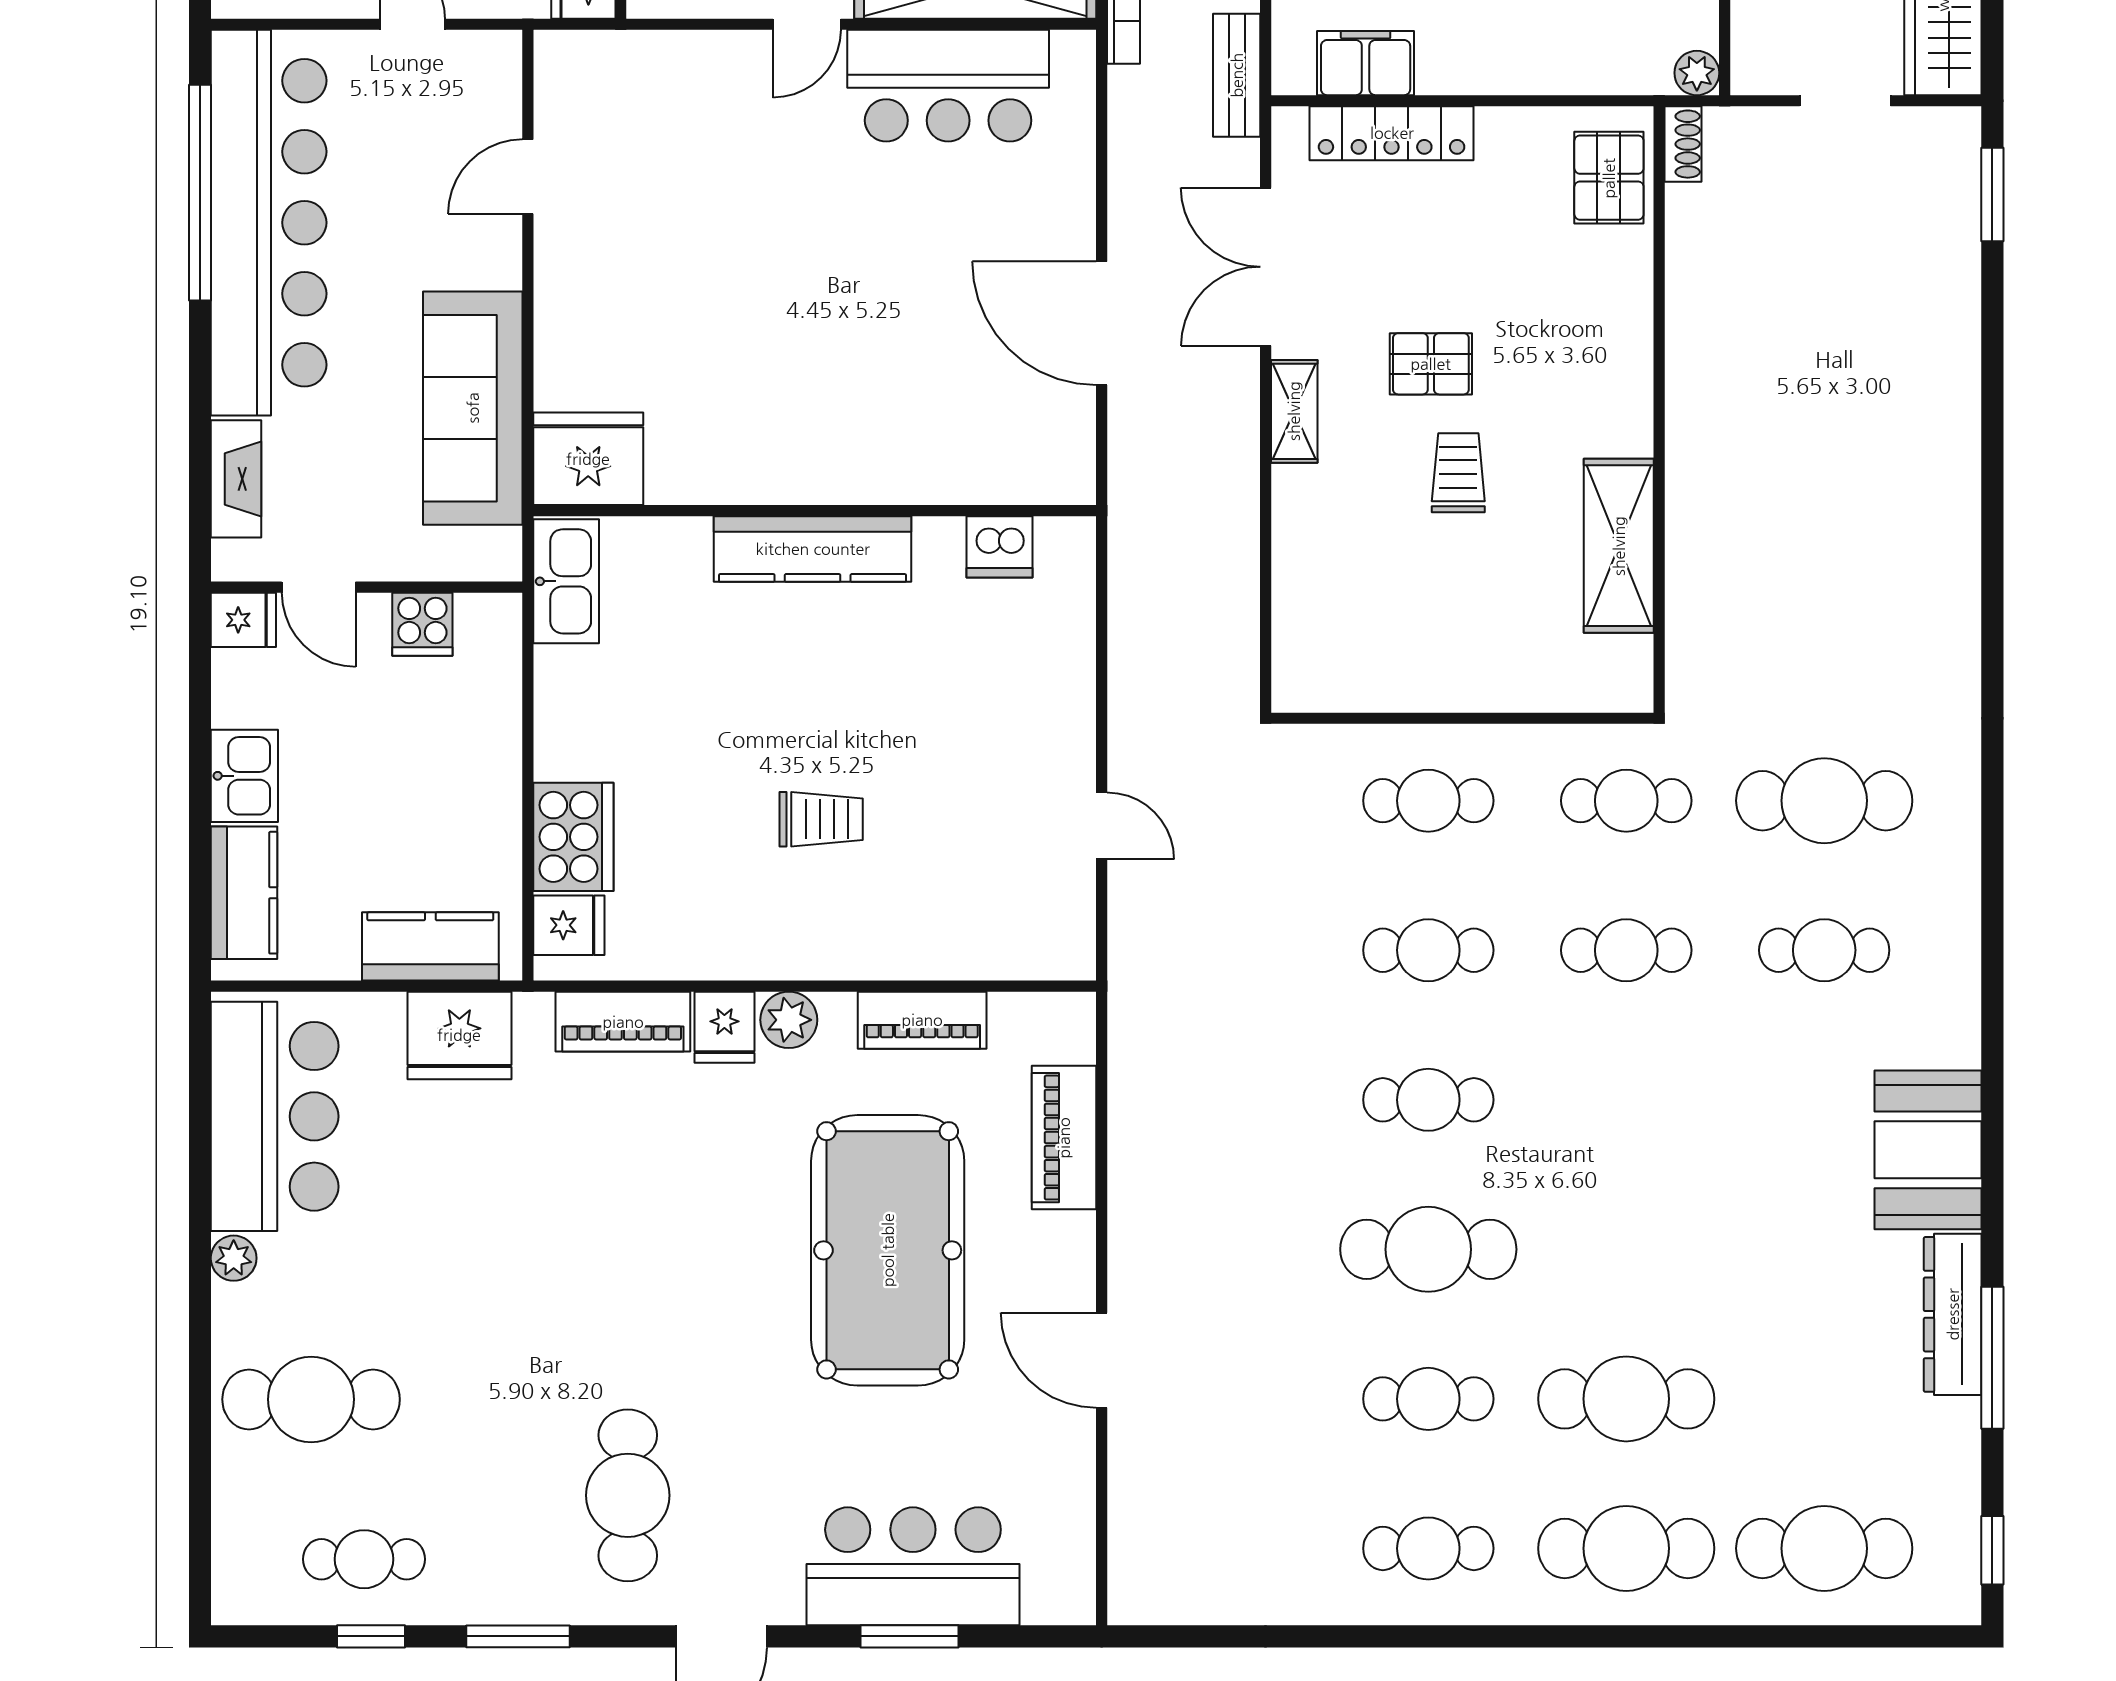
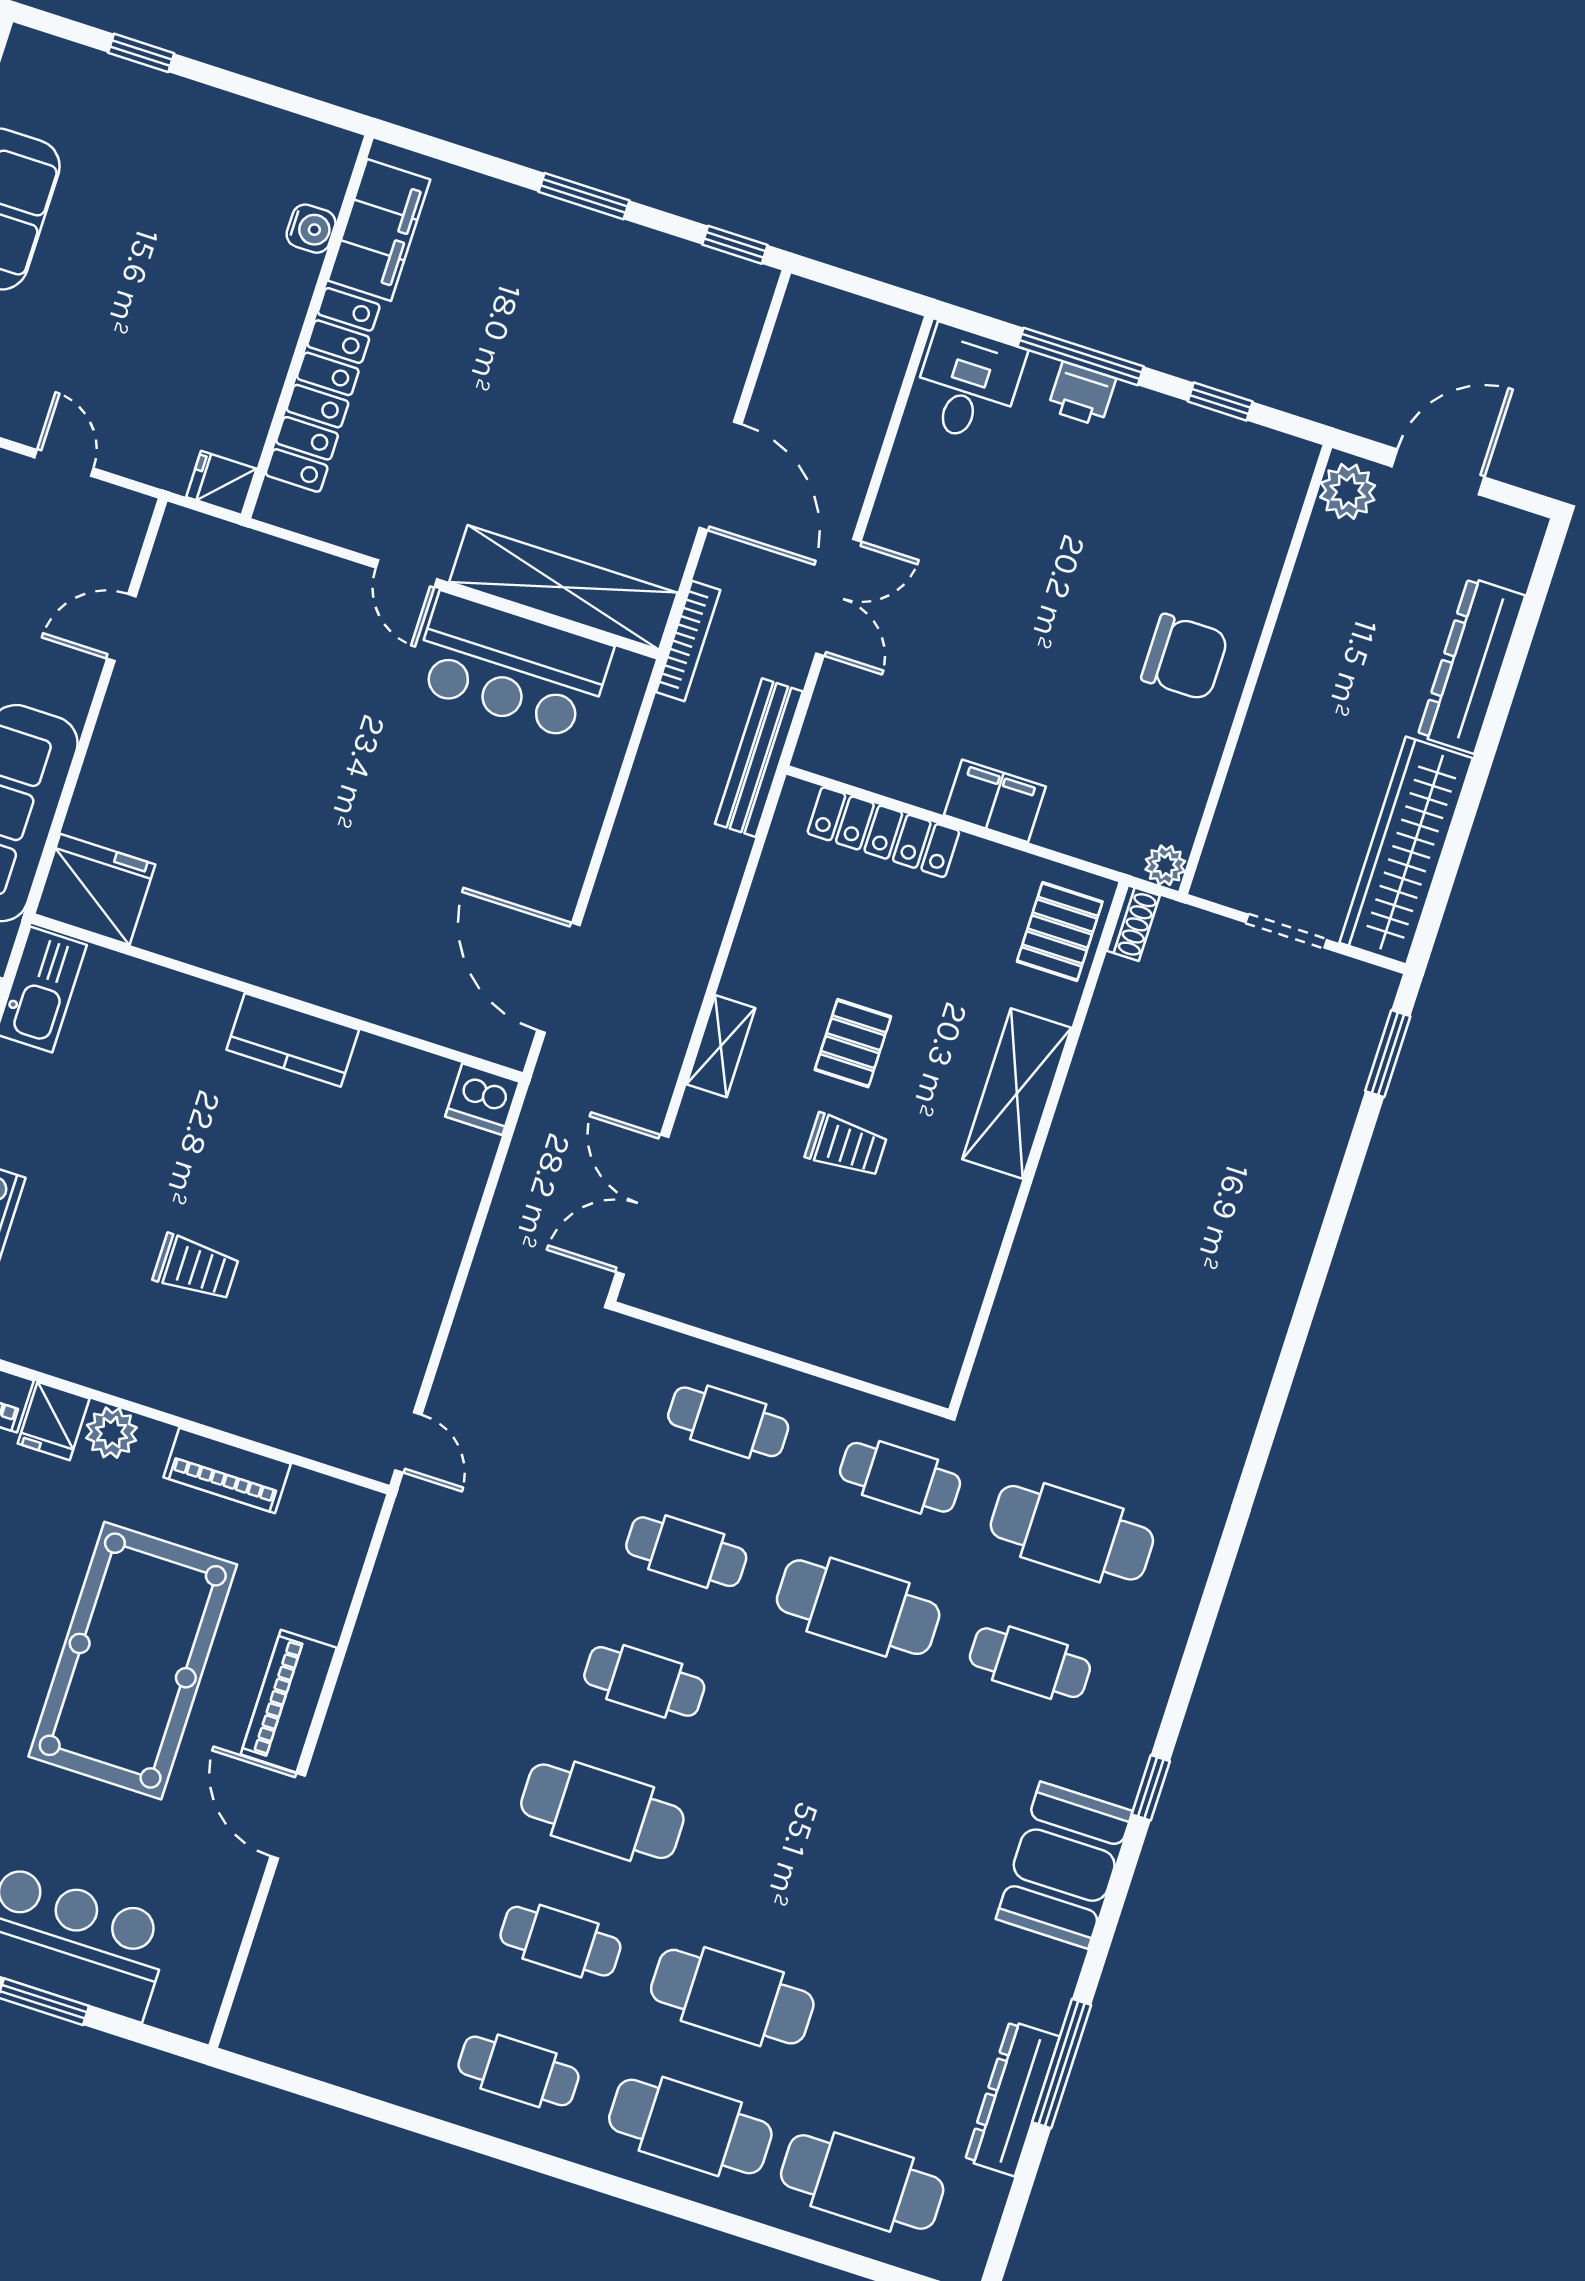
door: (807, 24) -> (406, 573), hinge flipped
filing cabinet: (1366, 63) -> (995, 801), moved
bench: (1237, 75) -> (759, 758), width x1.36
double door: (1266, 267) -> (642, 1205), moved
door: (1102, 323) -> (558, 978), moved
pallet: (1431, 364) -> (853, 1043), turned 90
trolley: (1458, 473) -> (846, 1145), turned 90
shelving: (1619, 546) -> (1017, 1094), moved
dishwasher: (999, 547) -> (482, 1099), moved
kitchen counter: (813, 549) -> (293, 1040), width x0.67
door: (1102, 826) -> (408, 1442), moved
cafe table: (1626, 950) -> (858, 1607), width x1.37, depth x1.35
piano: (1064, 1138) -> (289, 1701), moved
dresser: (1953, 1314) -> (1012, 2098), moved
window: (1992, 1550) -> (1151, 1788), moved

